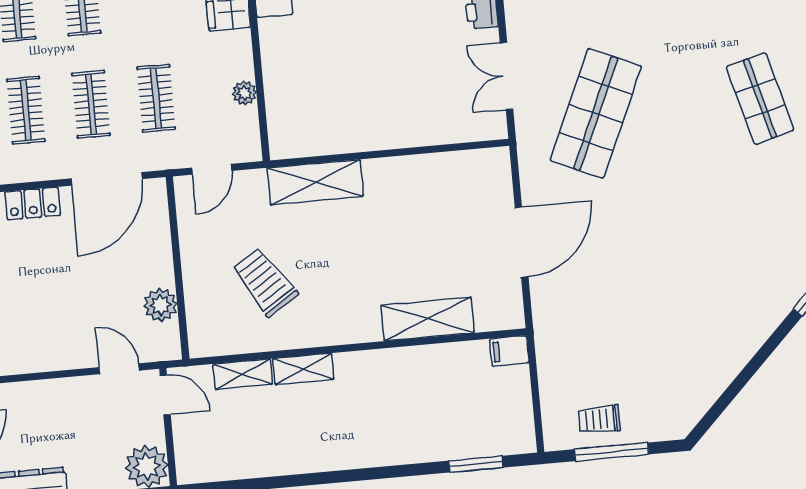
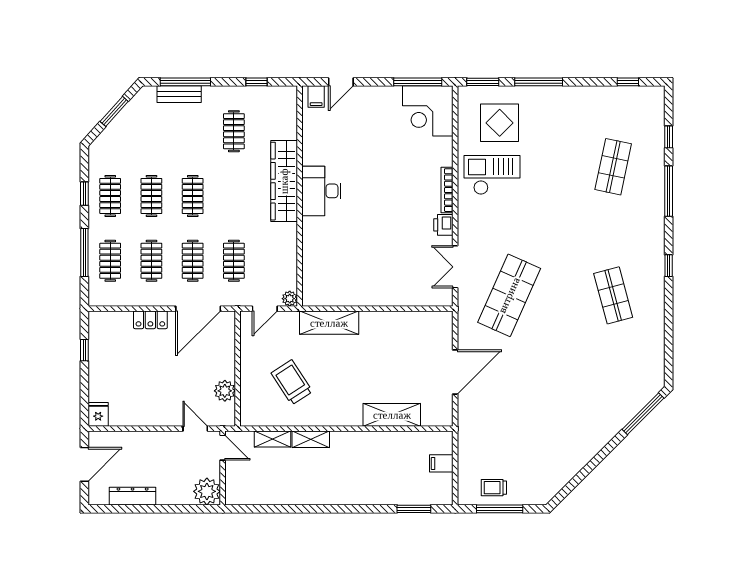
plant: (244, 93) -> (290, 299), moved
filing cabinet: (509, 351) -> (441, 463), moved

